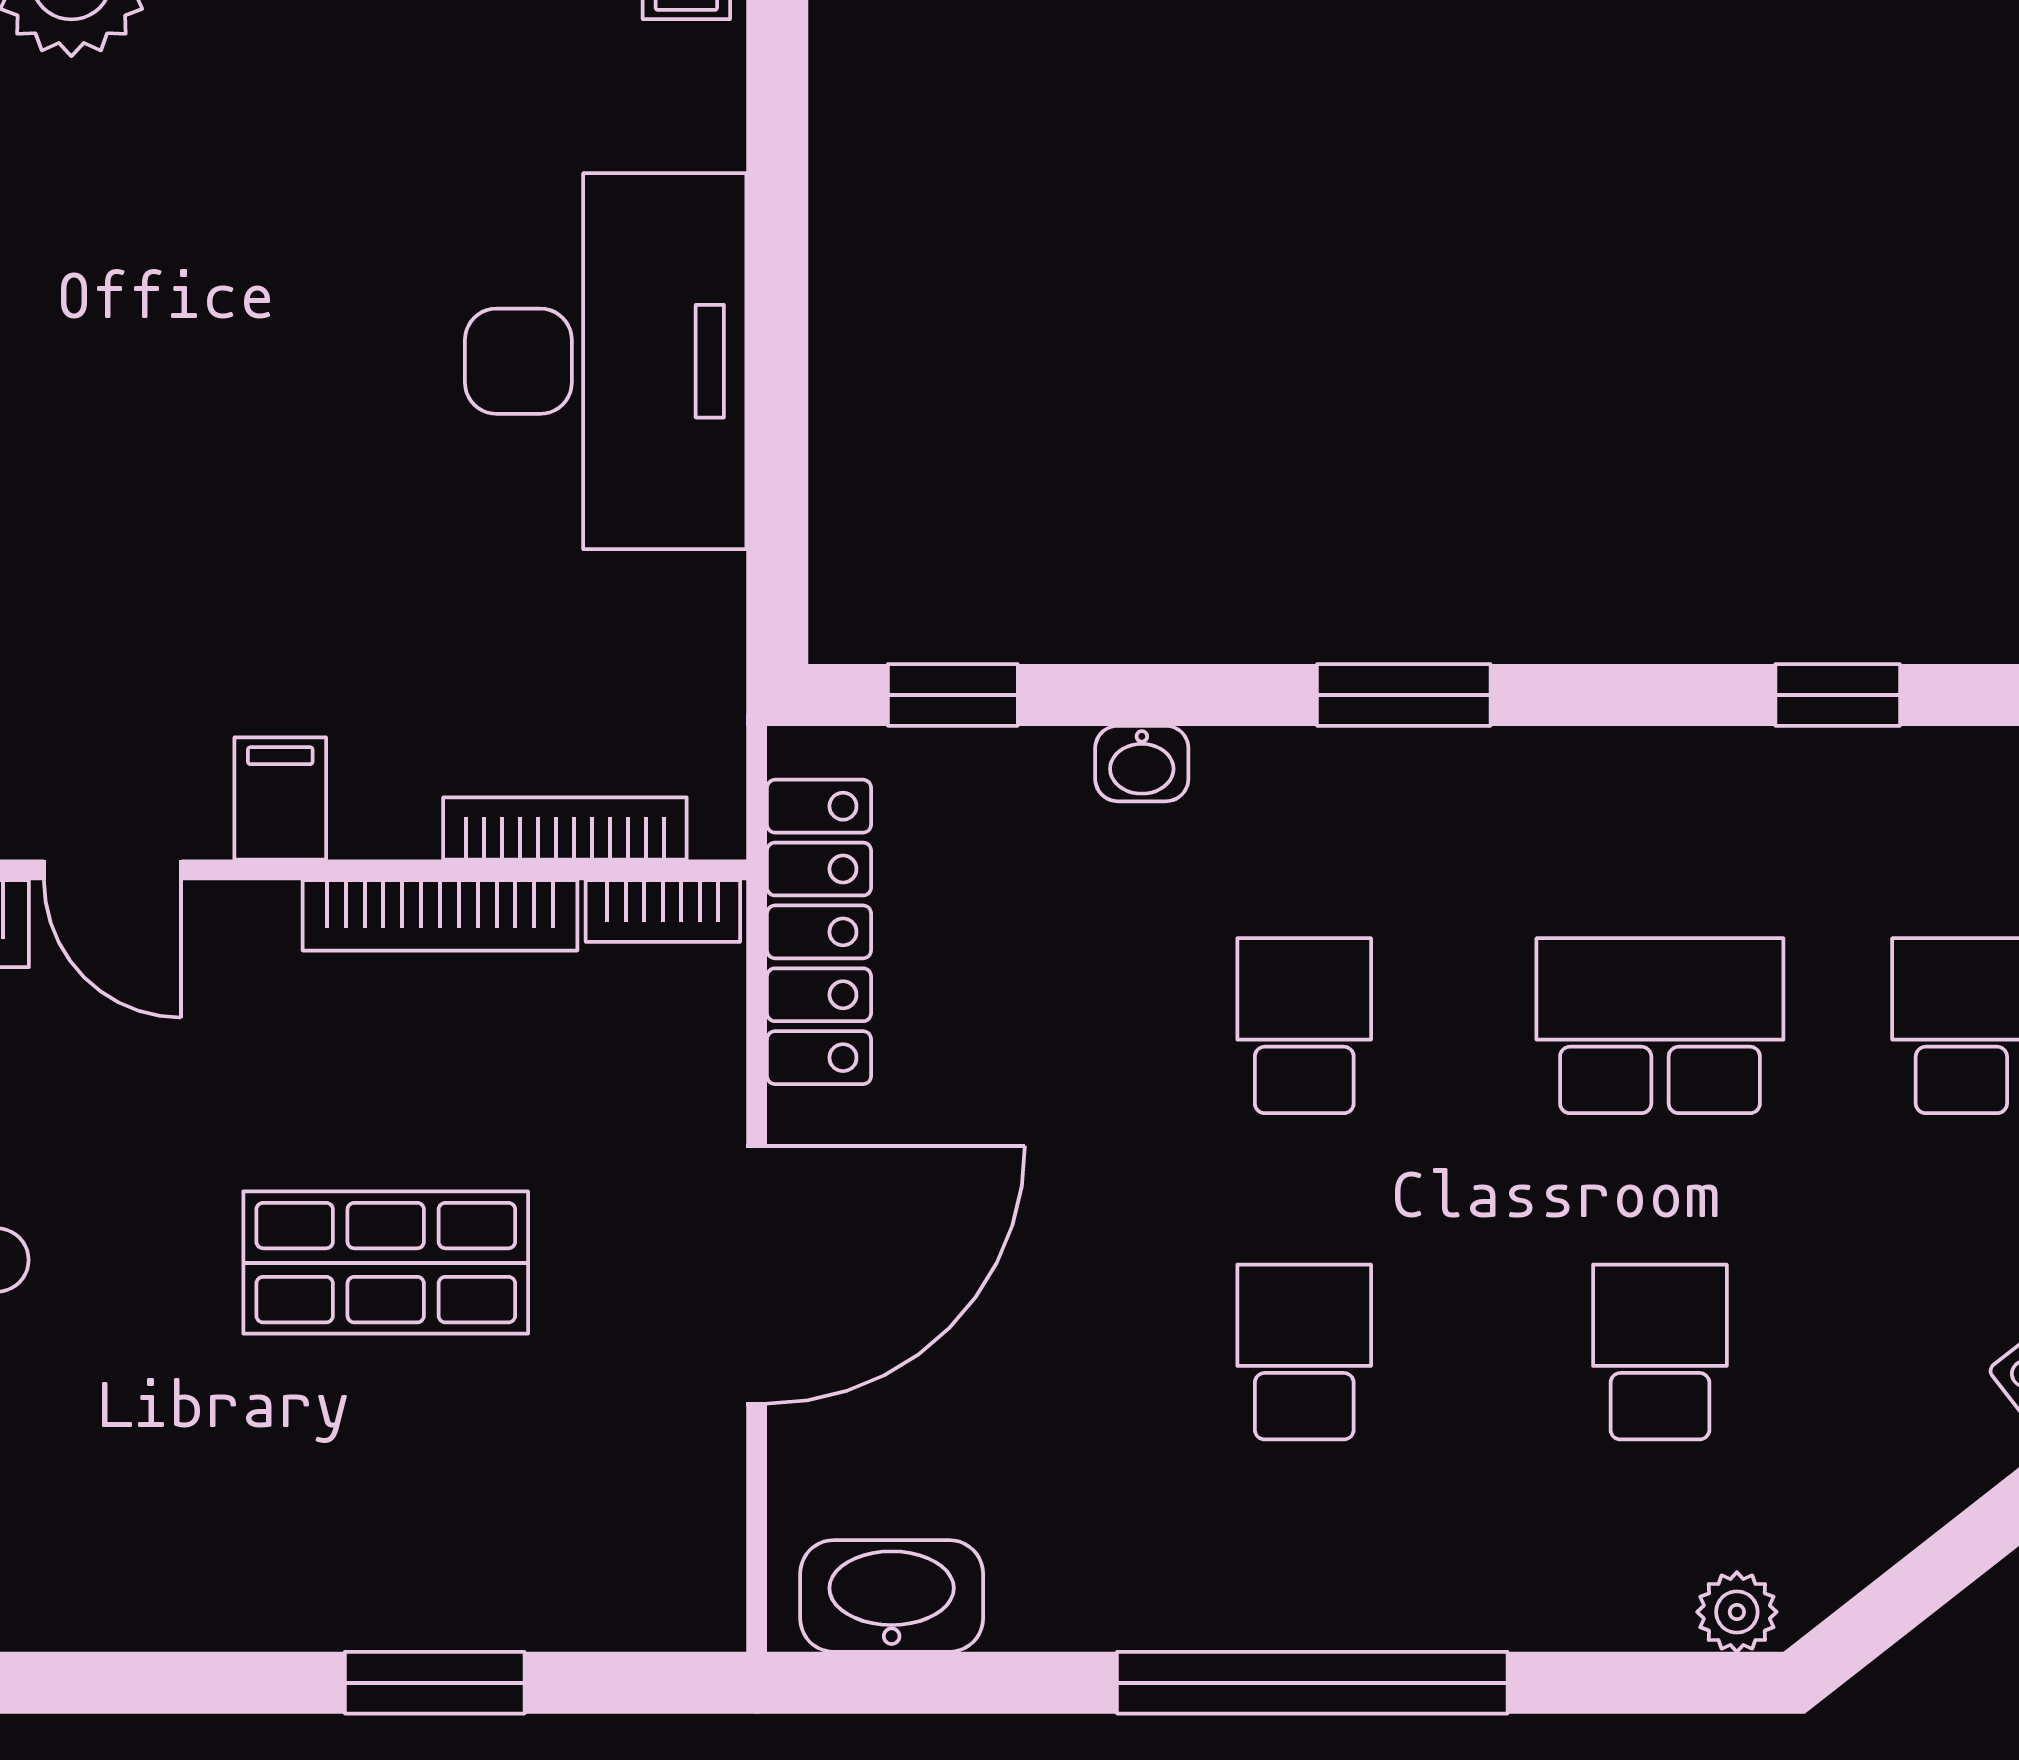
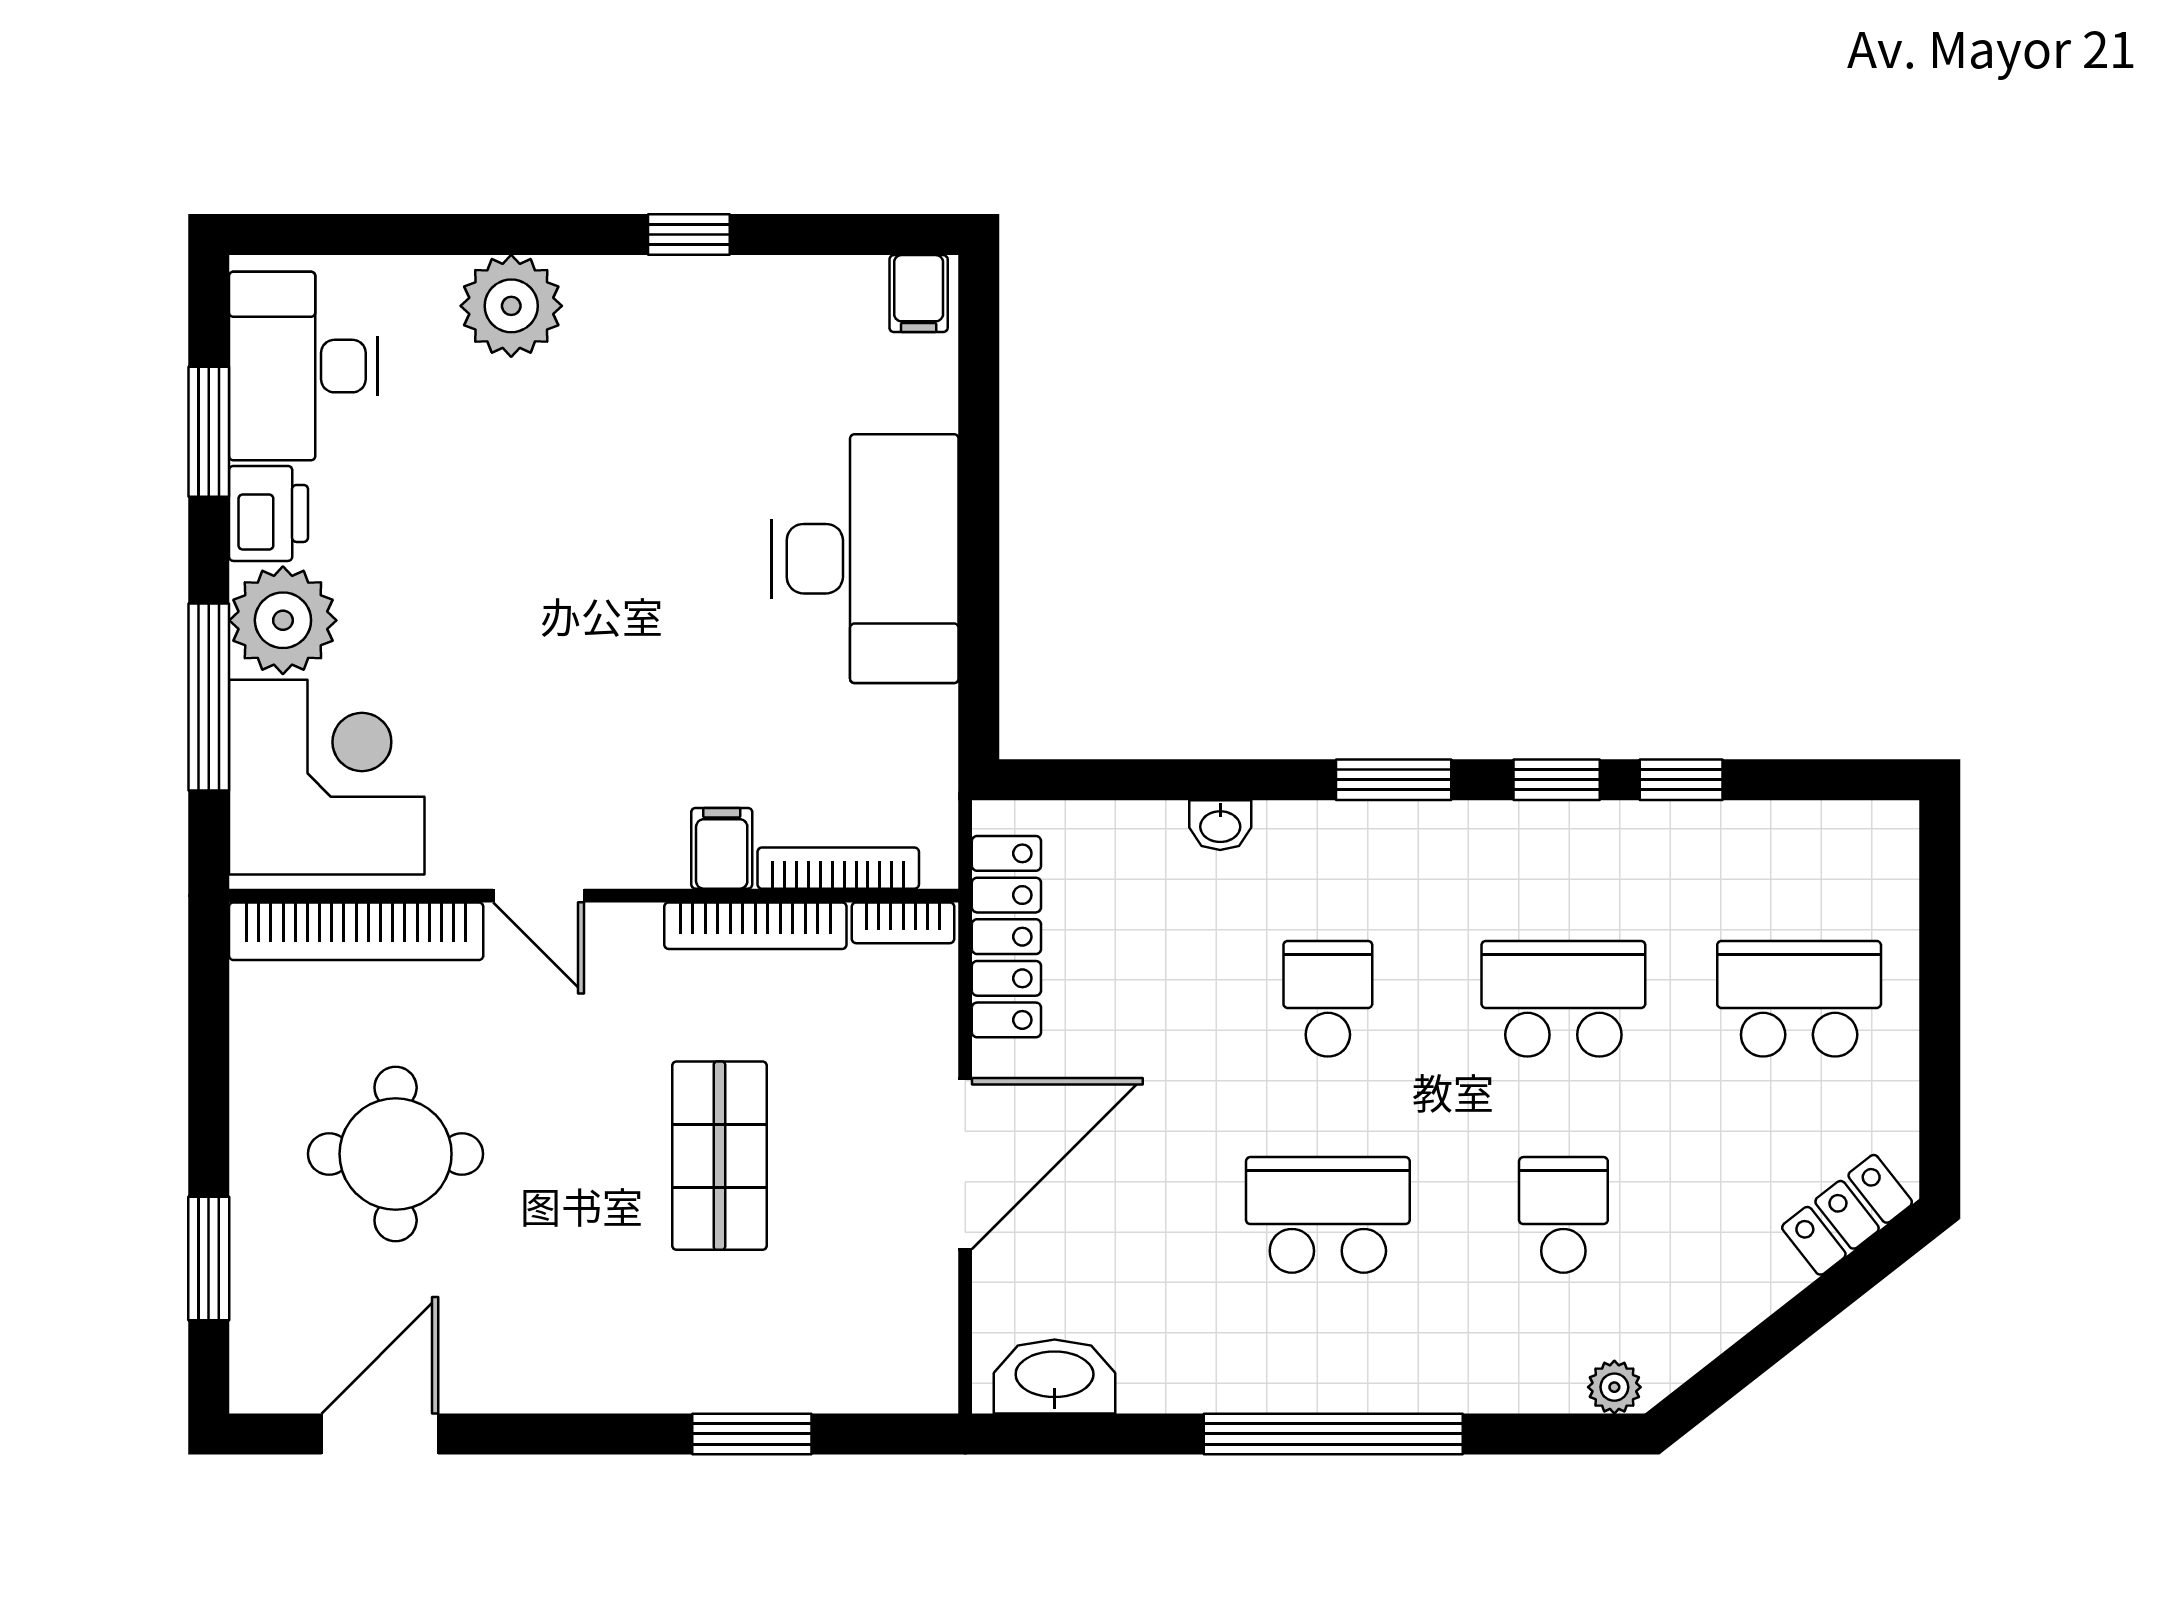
window: (953, 695) -> (1557, 780), moved
filing cabinet: (280, 798) -> (722, 848), moved
shop shelf: (386, 1263) -> (719, 1156), turned 90
school desk: (1304, 1352) -> (1328, 1215), width x1.85

